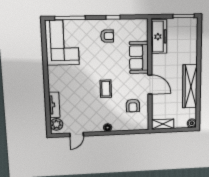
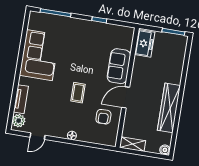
armchair: (107, 36) -> (90, 38), removed
freezer: (159, 37) -> (145, 43), width x0.71
corner sofa: (62, 43) -> (39, 55), moved
door: (150, 85) -> (126, 97), swing flipped

